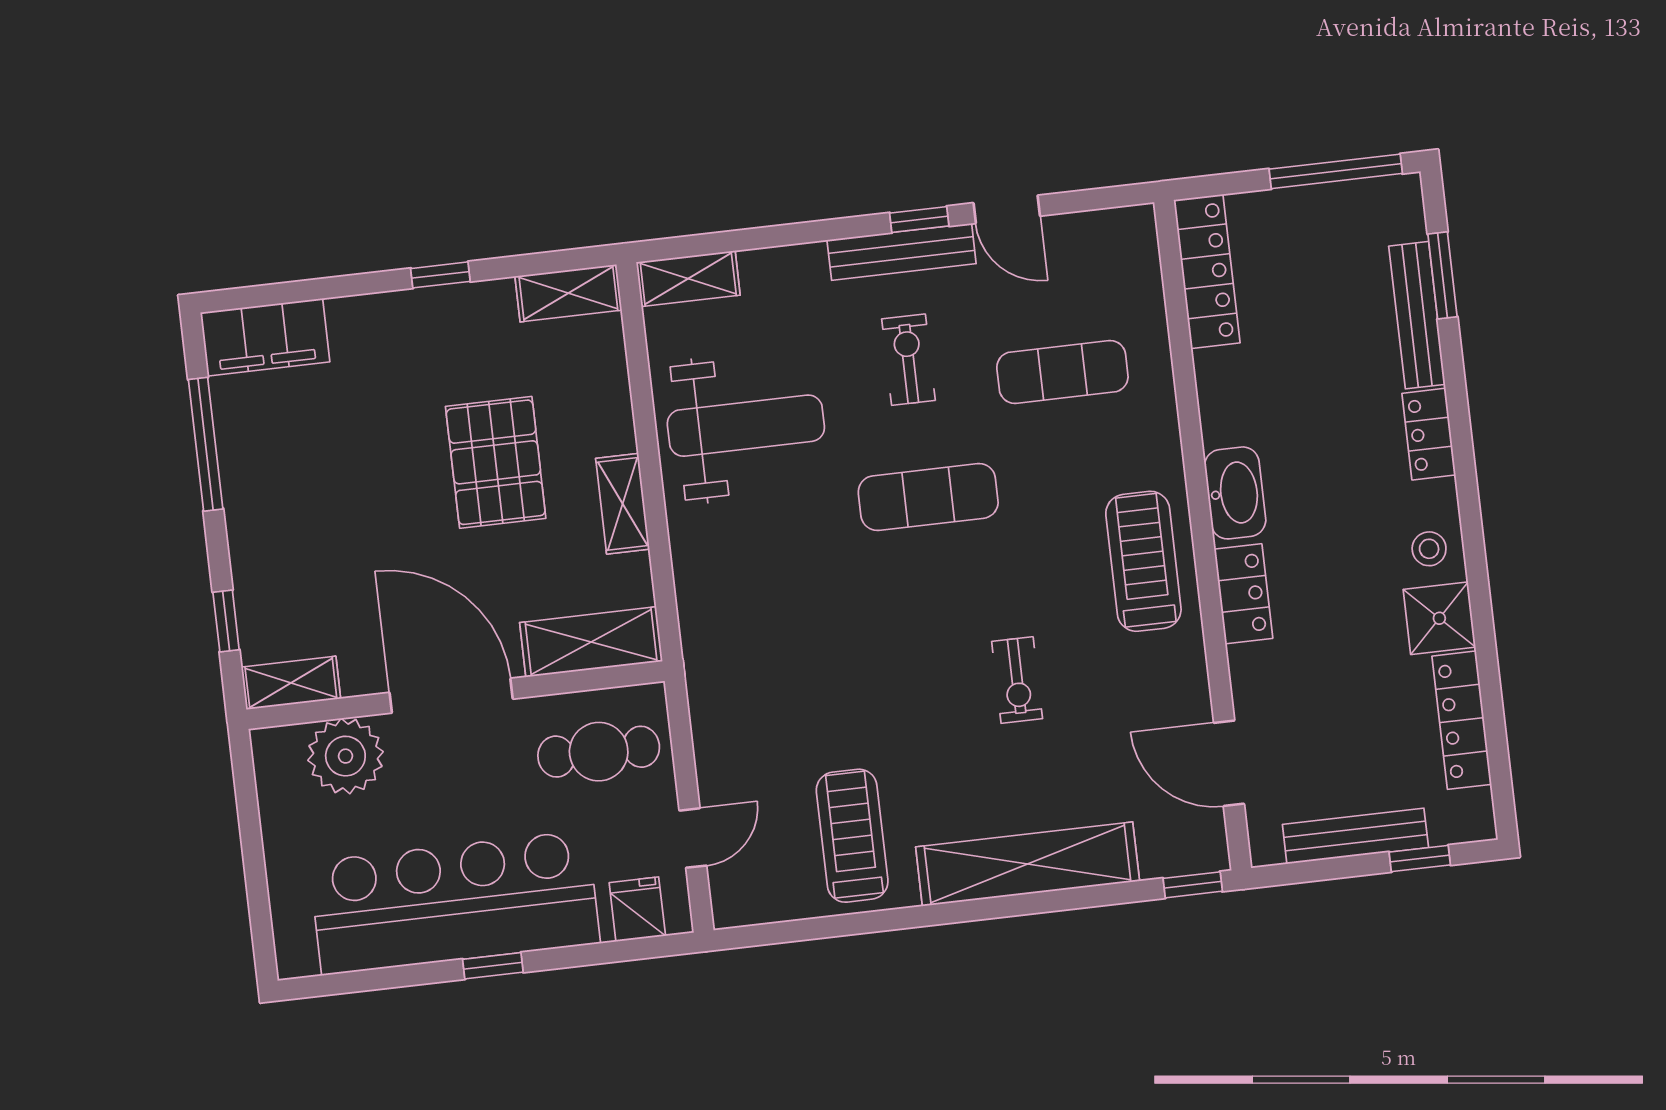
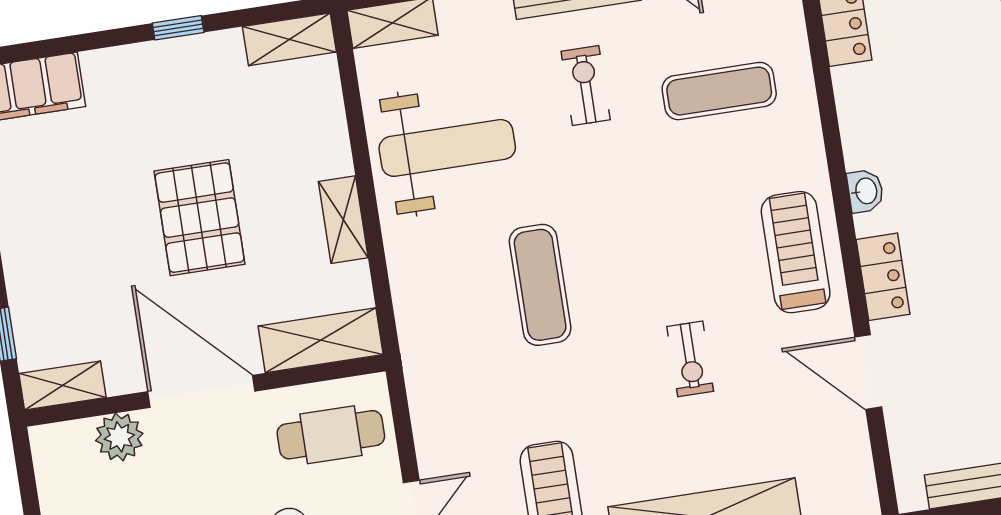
pallet: (496, 462) -> (200, 218), moved
washbasin: (1235, 493) -> (865, 191), width x0.52, depth x0.69
exercise mat: (928, 497) -> (540, 285), moved, turned 90
plant: (345, 756) -> (119, 437), width x0.73, depth x0.73
door: (1229, 763) -> (868, 372), moved

